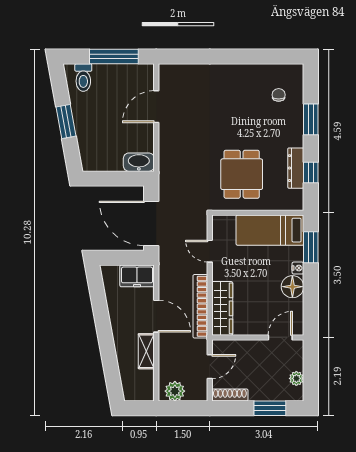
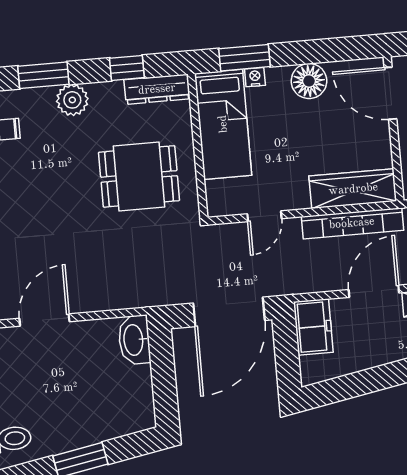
door: (156, 107) -> (44, 320), swing flipped
plant: (294, 136) -> (72, 100), added
dresser: (296, 168) -> (157, 89), moved
nightstand: (298, 268) -> (255, 77), moved
door: (280, 337) -> (390, 93), width x1.38

